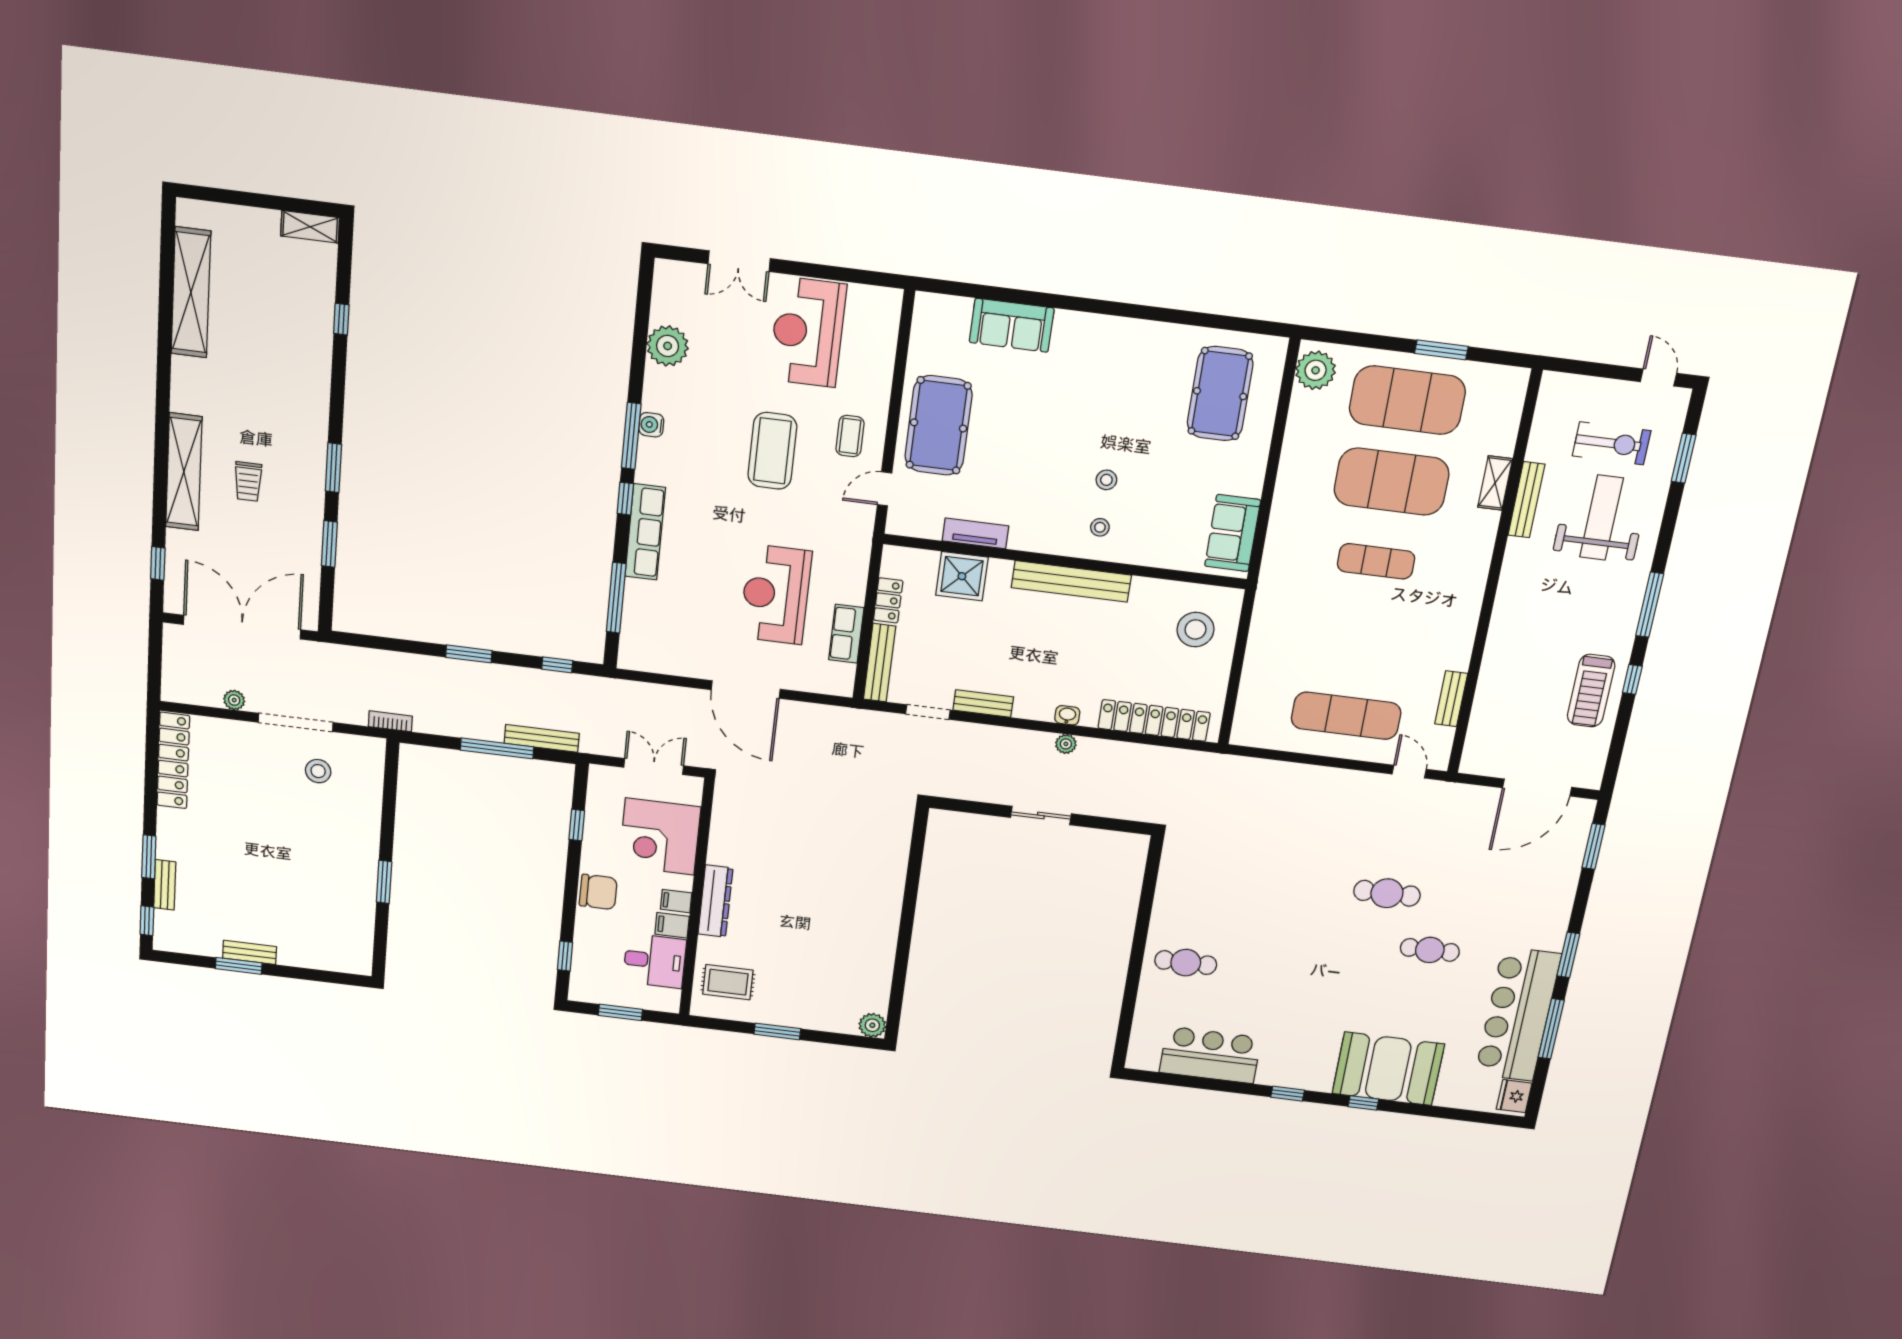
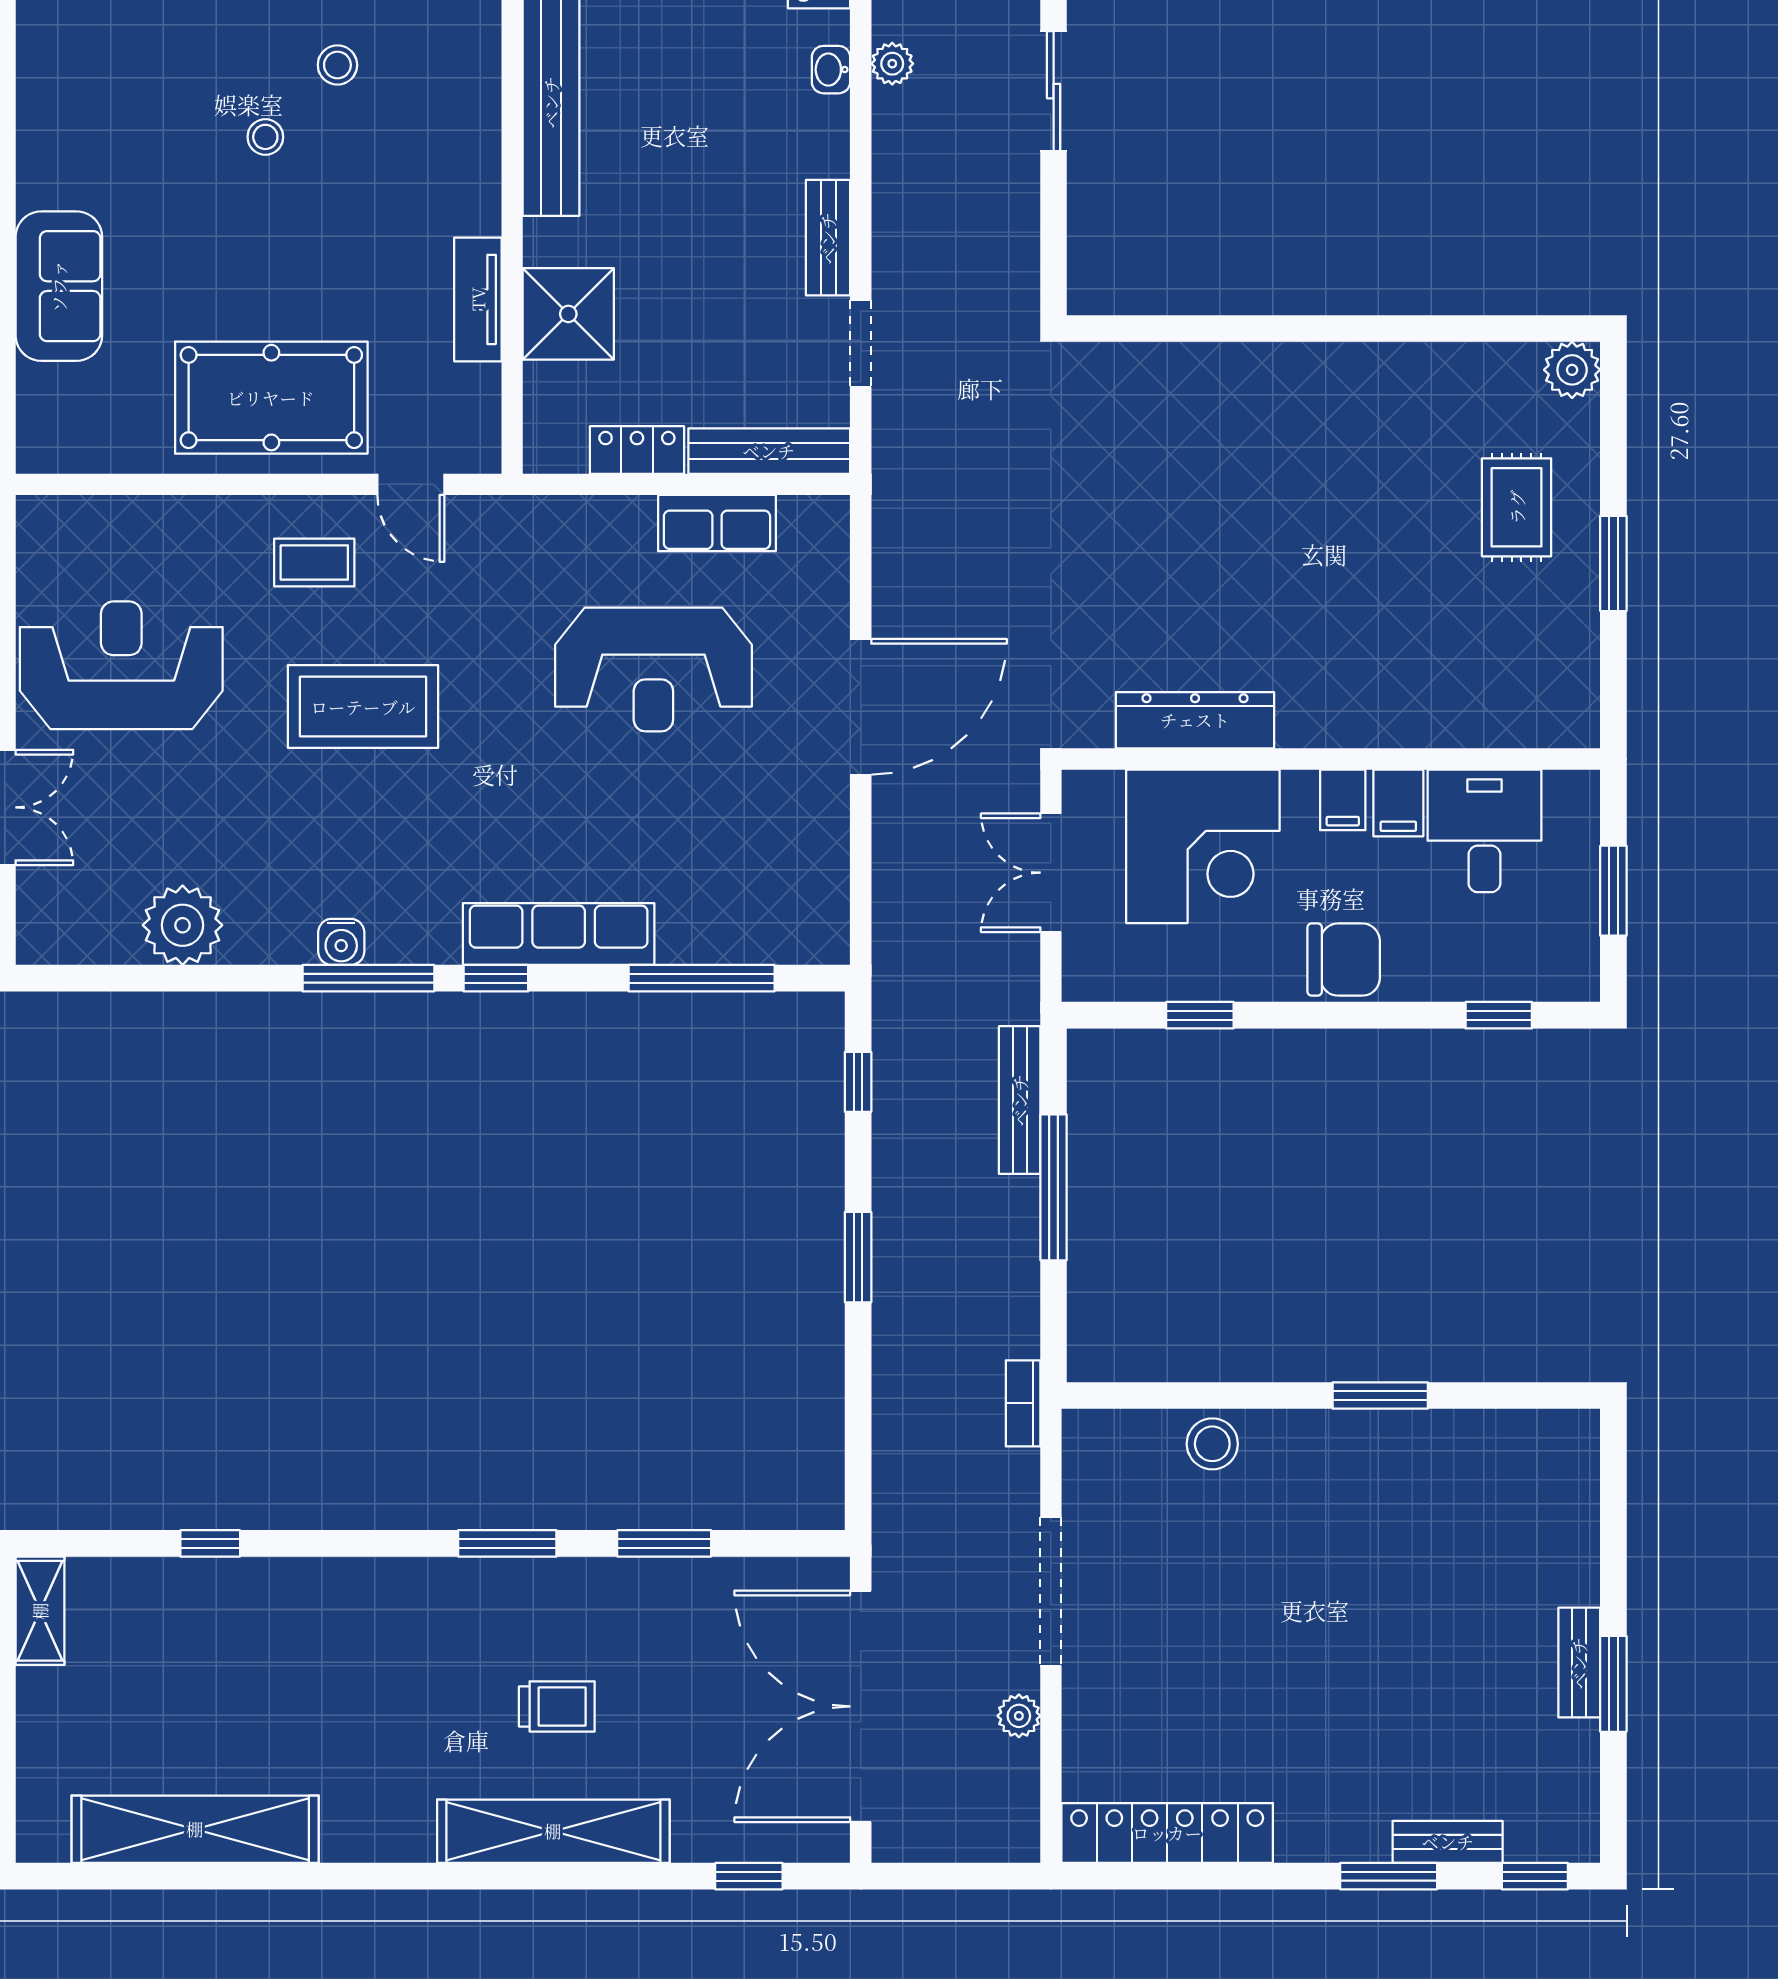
reception desk: (808, 332) -> (121, 665), turned 180
stool: (1100, 527) -> (265, 137), moved
stool: (318, 771) -> (1212, 1444), moved
chair: (598, 892) -> (1344, 960), turned 90
dresser: (715, 901) -> (1195, 720), moved
rug: (728, 982) -> (1517, 507), moved

